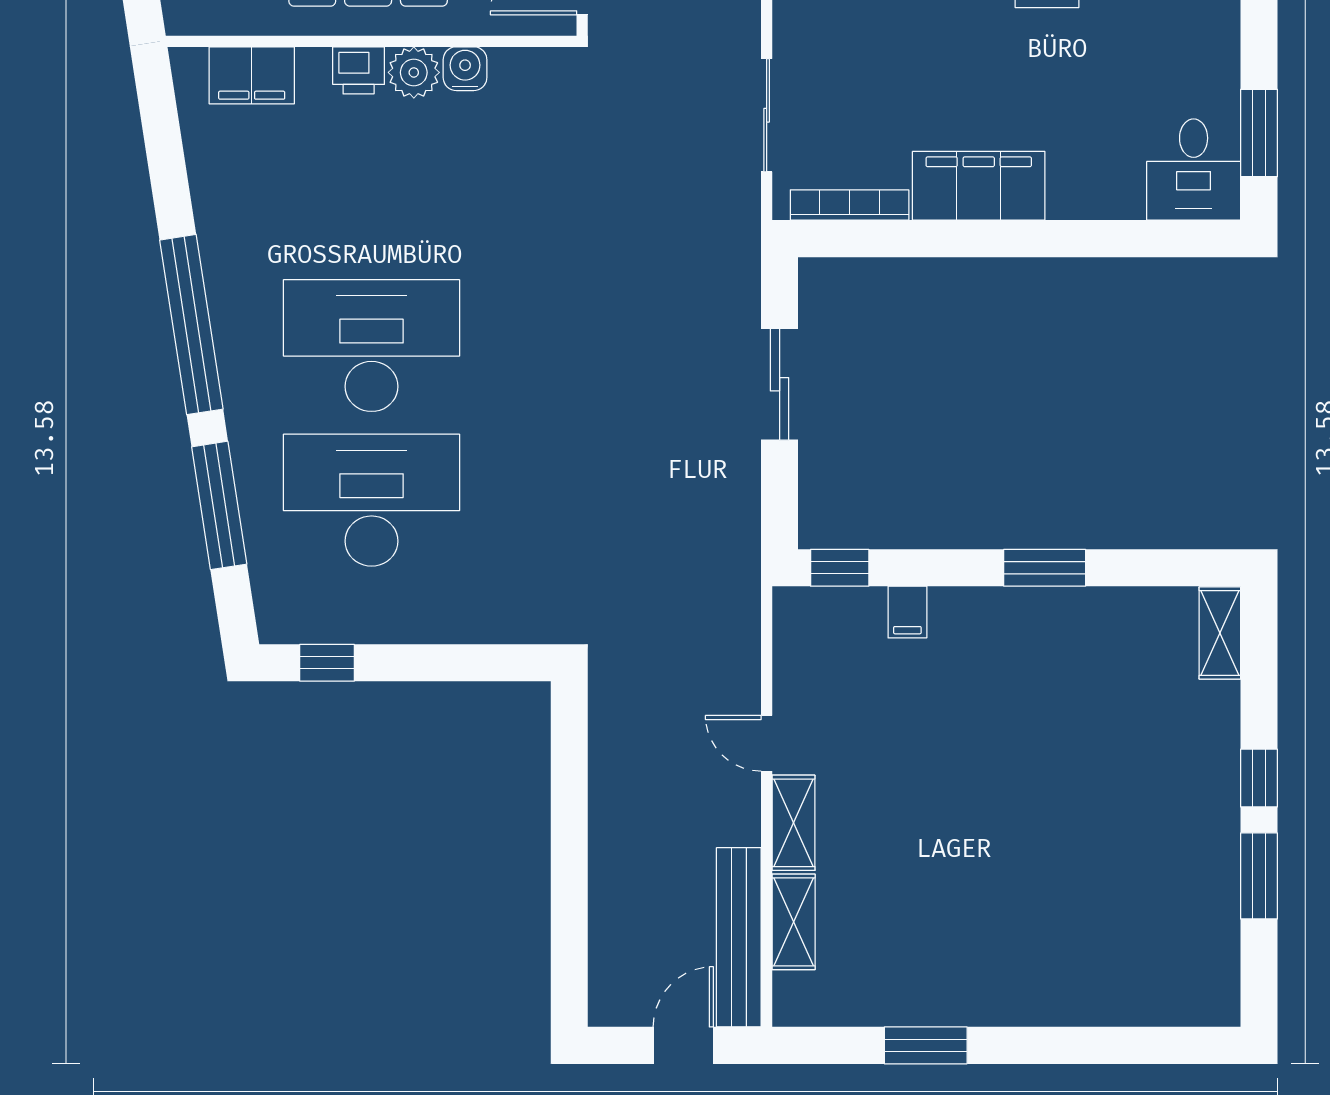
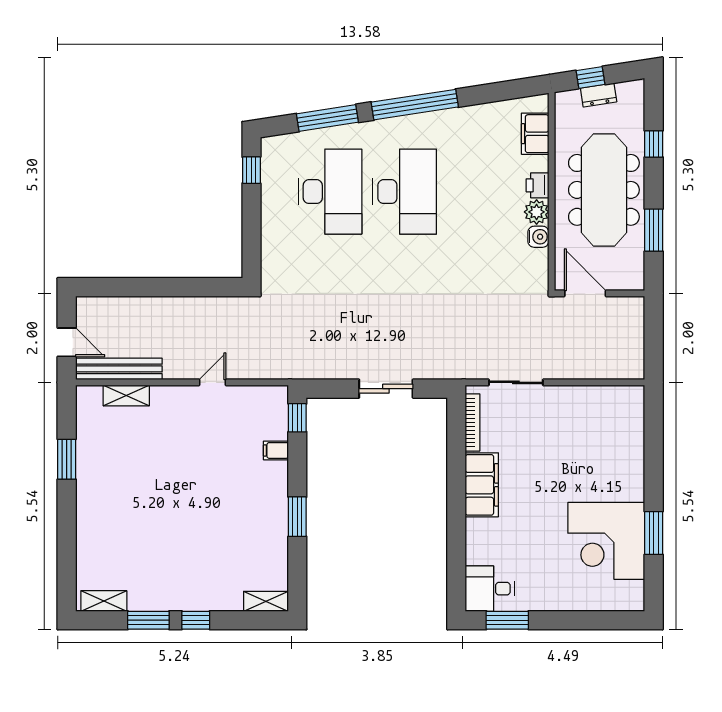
shelving: (794, 823) -> (104, 601), moved

